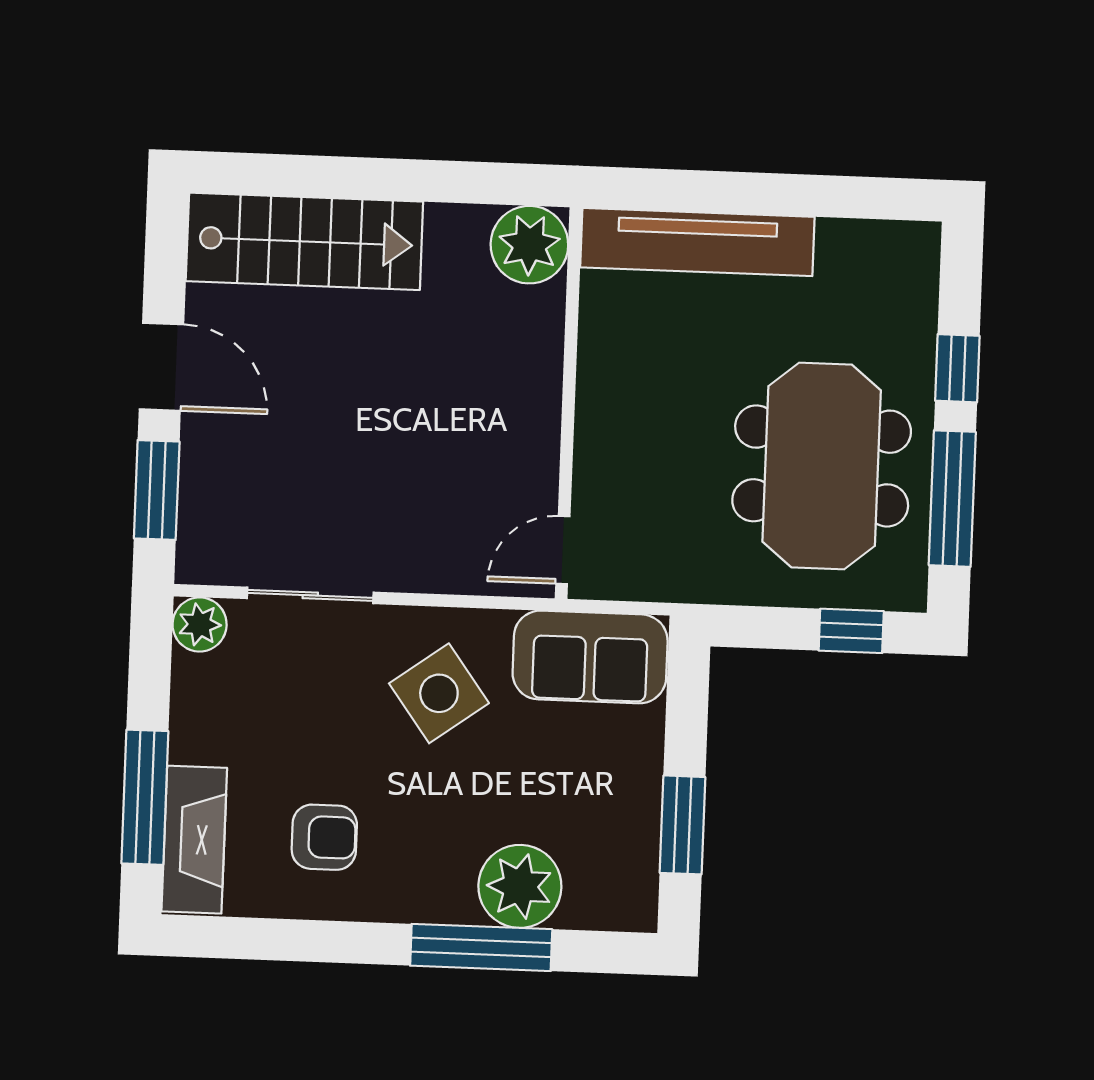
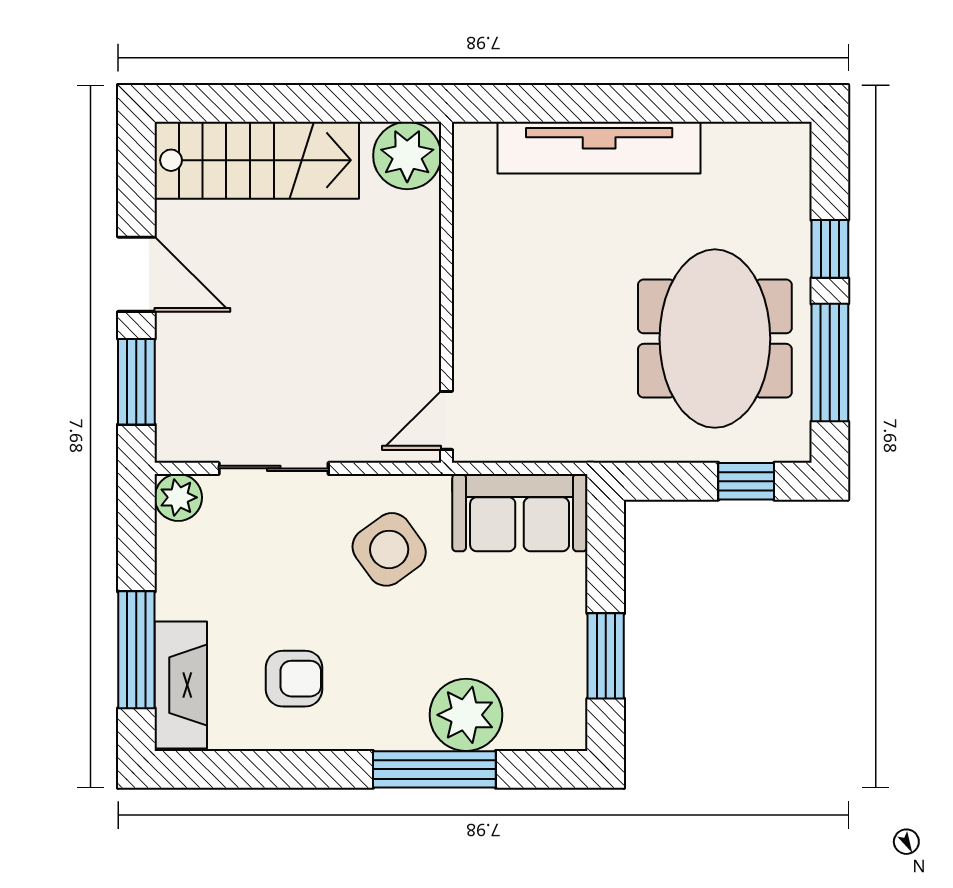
plant: (529, 245) -> (407, 156), moved
wall: (568, 403) -> (447, 292), moved
door: (563, 550) -> (447, 420), moved

